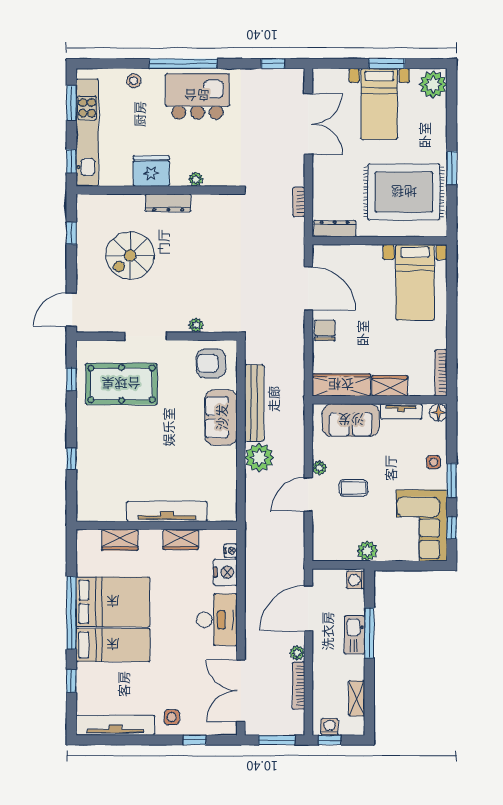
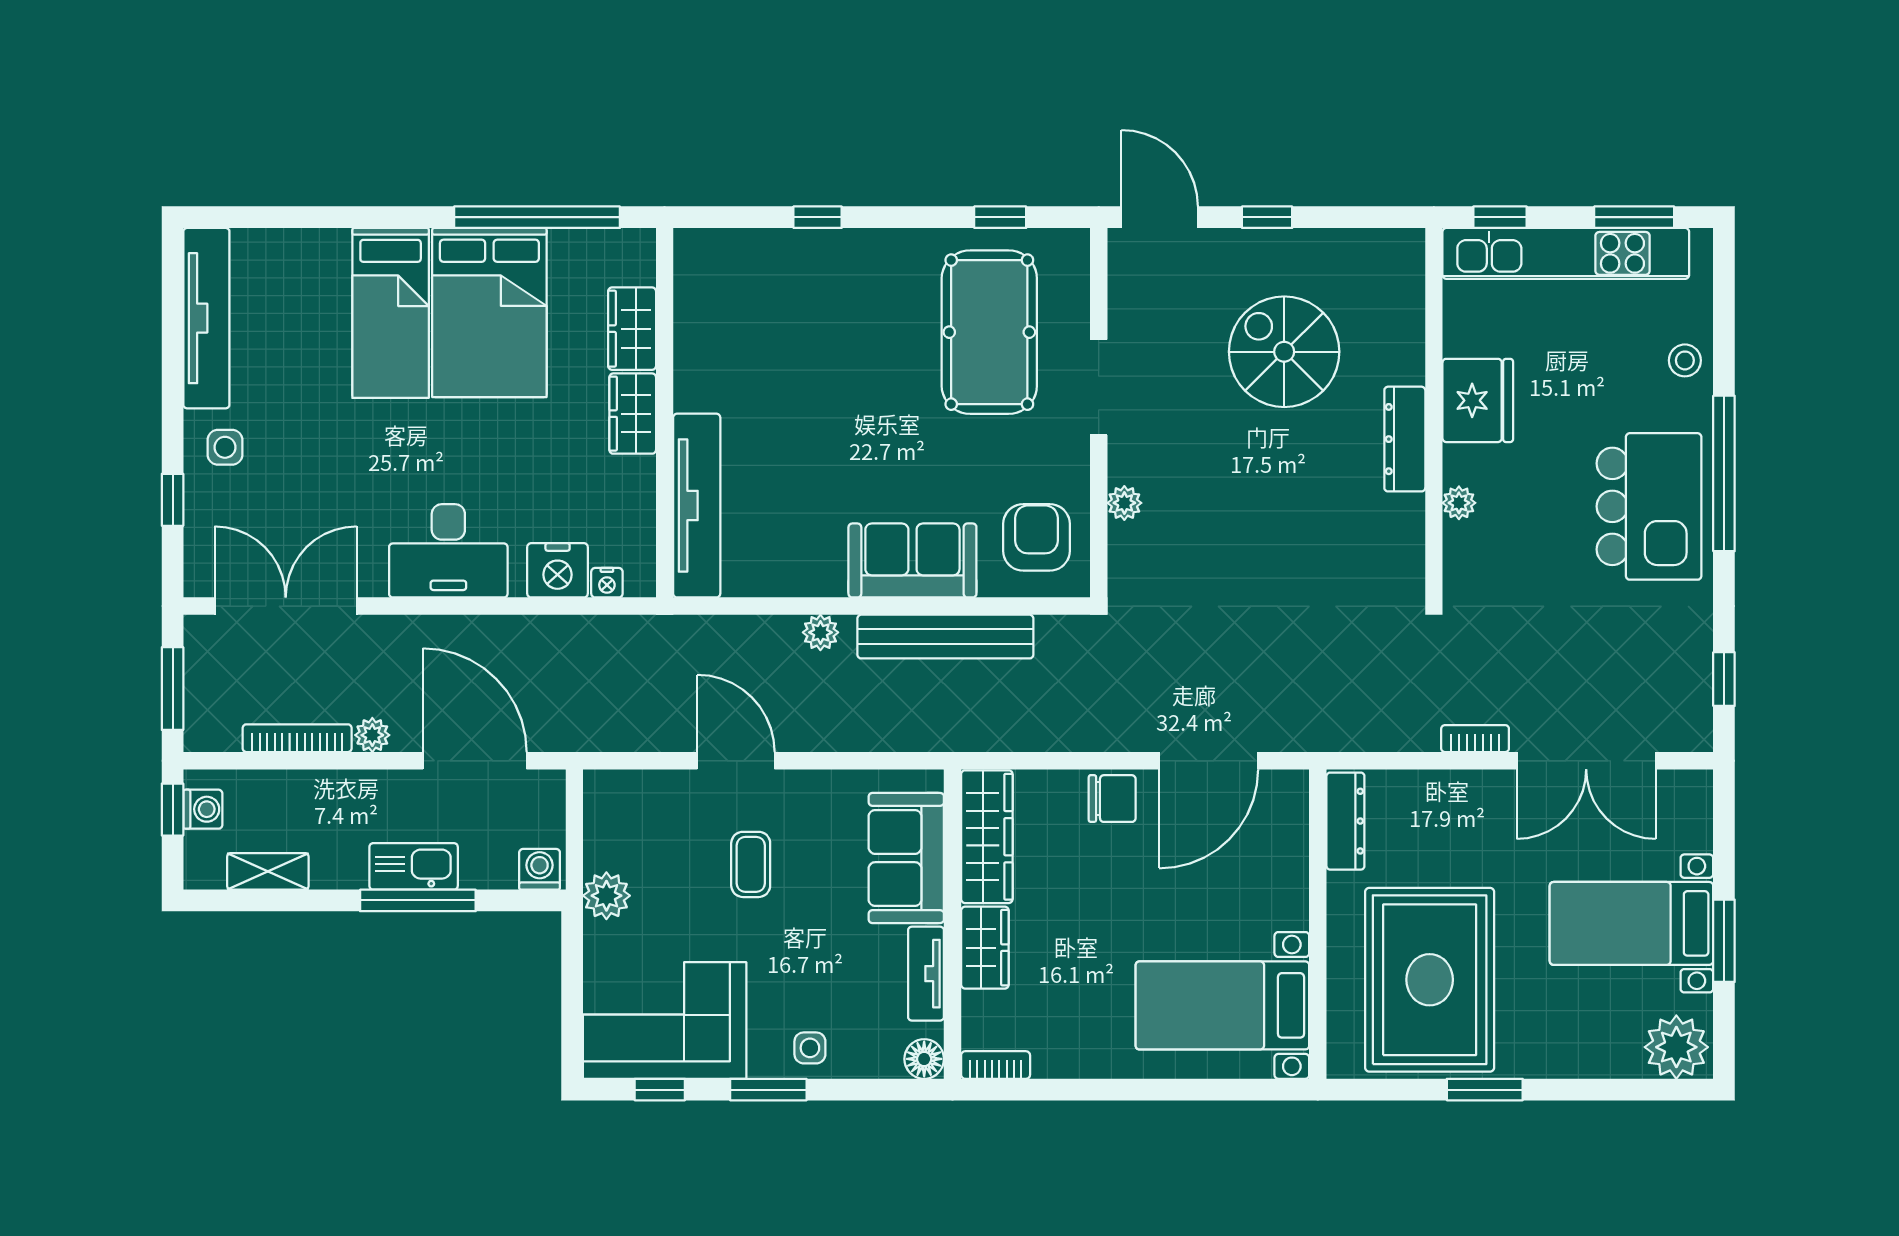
bookcase: (299, 202) -> (1475, 739), moved
window: (71, 233) -> (1267, 217), moved
bookcase: (441, 373) -> (996, 1065), width x0.64
plant: (259, 458) -> (820, 632), width x0.53, depth x0.53
plant: (319, 468) -> (797, 786), removed
tv unit: (167, 511) -> (697, 506), moved
wardrobe: (181, 539) -> (633, 414), moved
window: (71, 613) -> (537, 217), moved
window: (71, 681) -> (308, 217), removed

